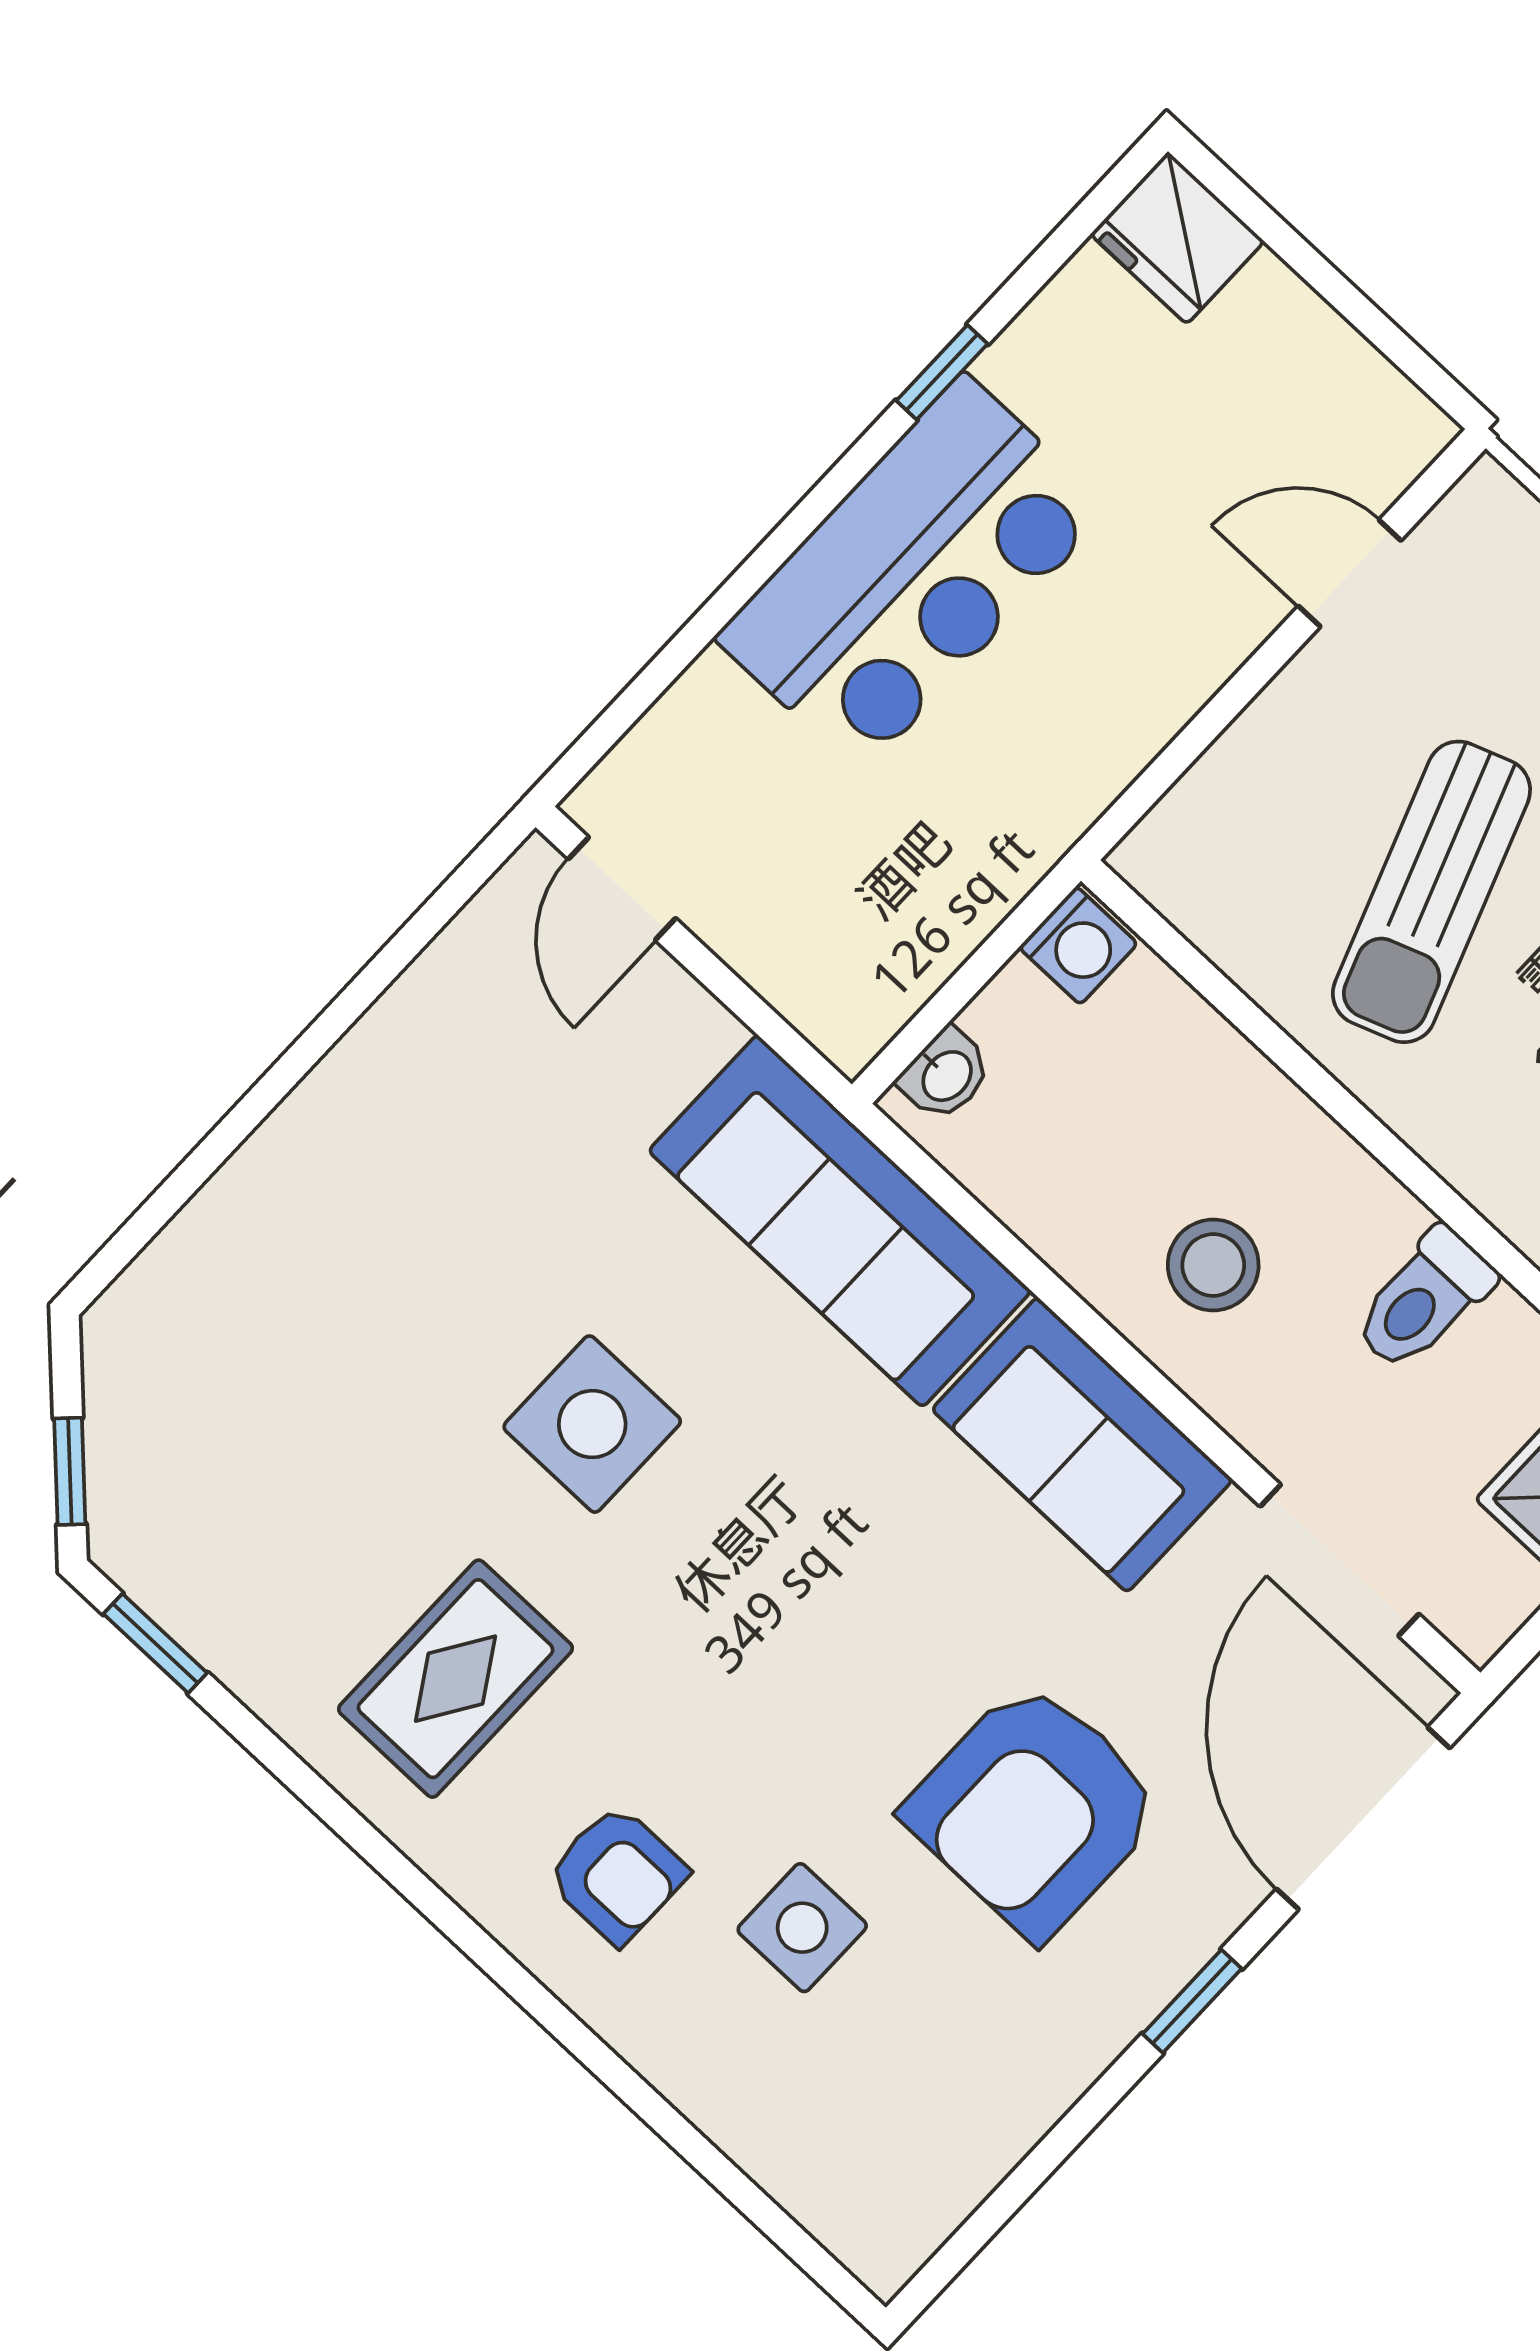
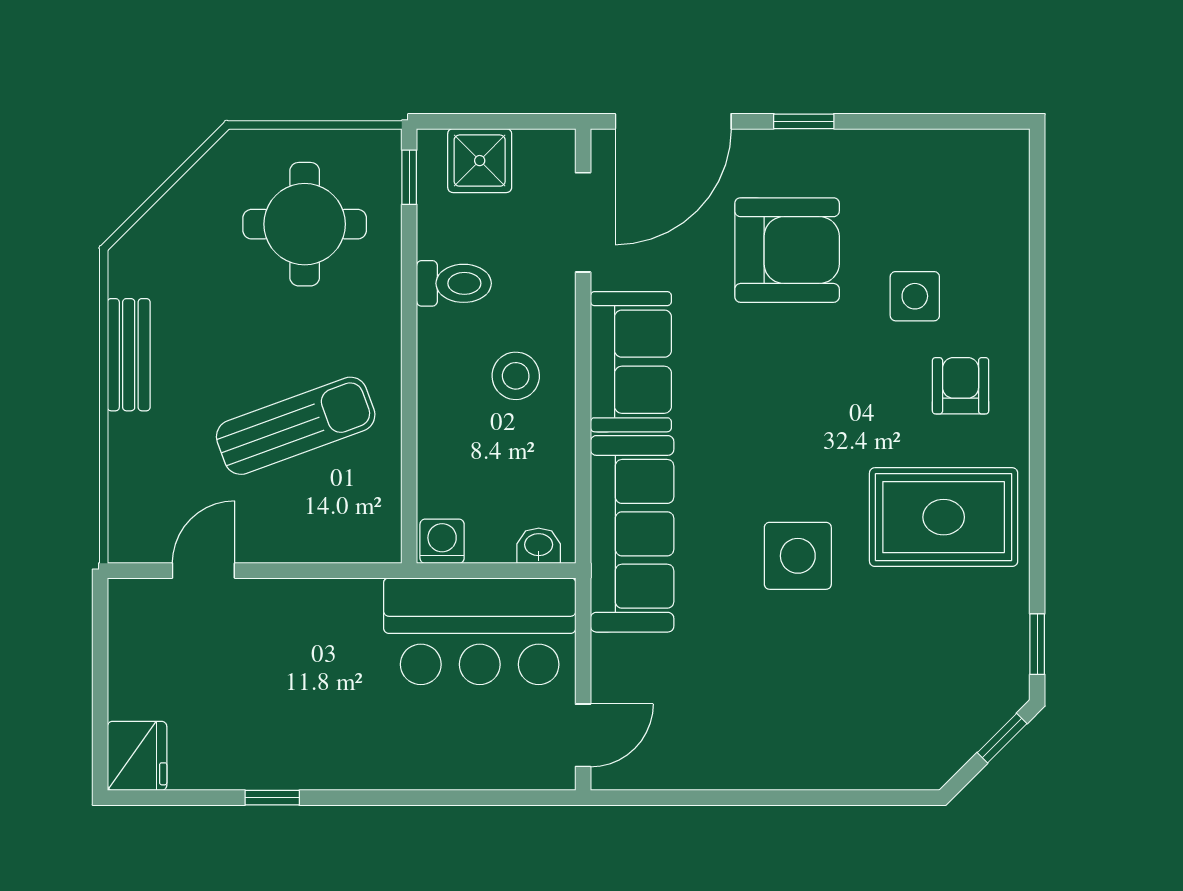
door: (1350, 573) -> (203, 571), swing flipped
bar counter: (913, 574) -> (480, 631), moved, turned 180
rug: (456, 1679) -> (944, 517), width x1.36, depth x1.43

